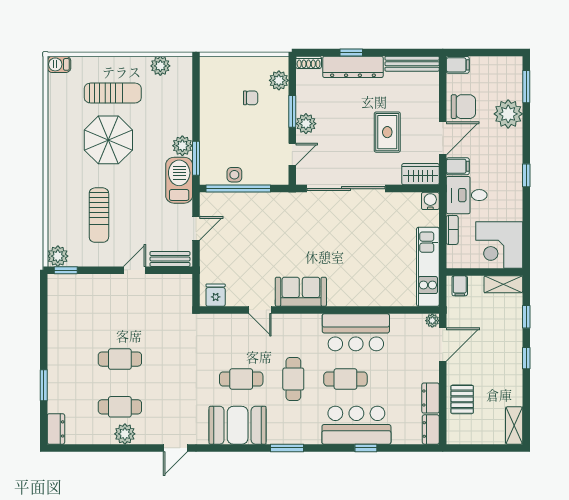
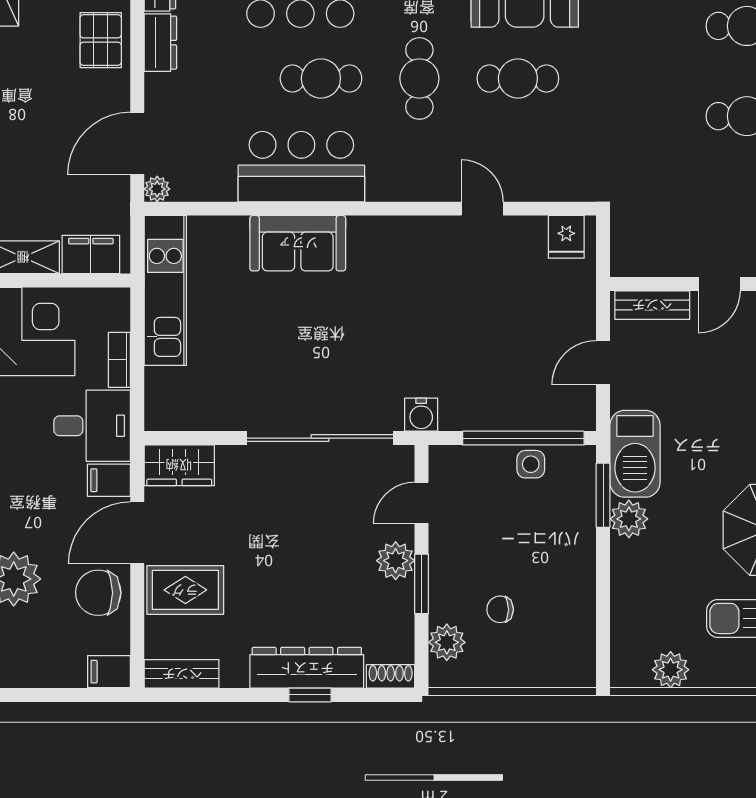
bench: (412, 64) -> (182, 674), width x0.73
rug: (387, 132) -> (185, 590), moved, turned 90
water cooler: (430, 201) -> (421, 415), moved
filing cabinet: (460, 286) -> (91, 255), width x2.00
sofa: (301, 292) -> (298, 243), moved

